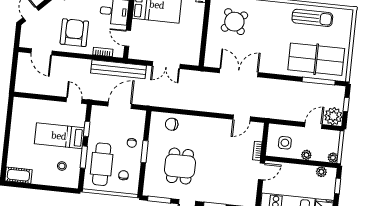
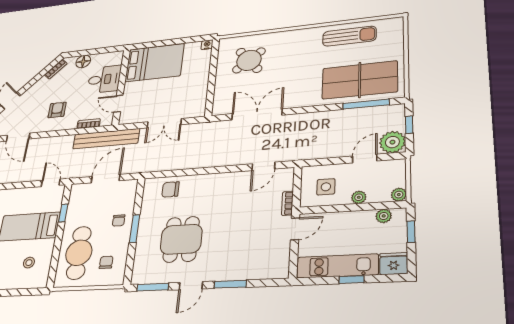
armchair: (74, 33) -> (57, 110), width x0.53, depth x0.53
window: (84, 157) -> (57, 247), removed

